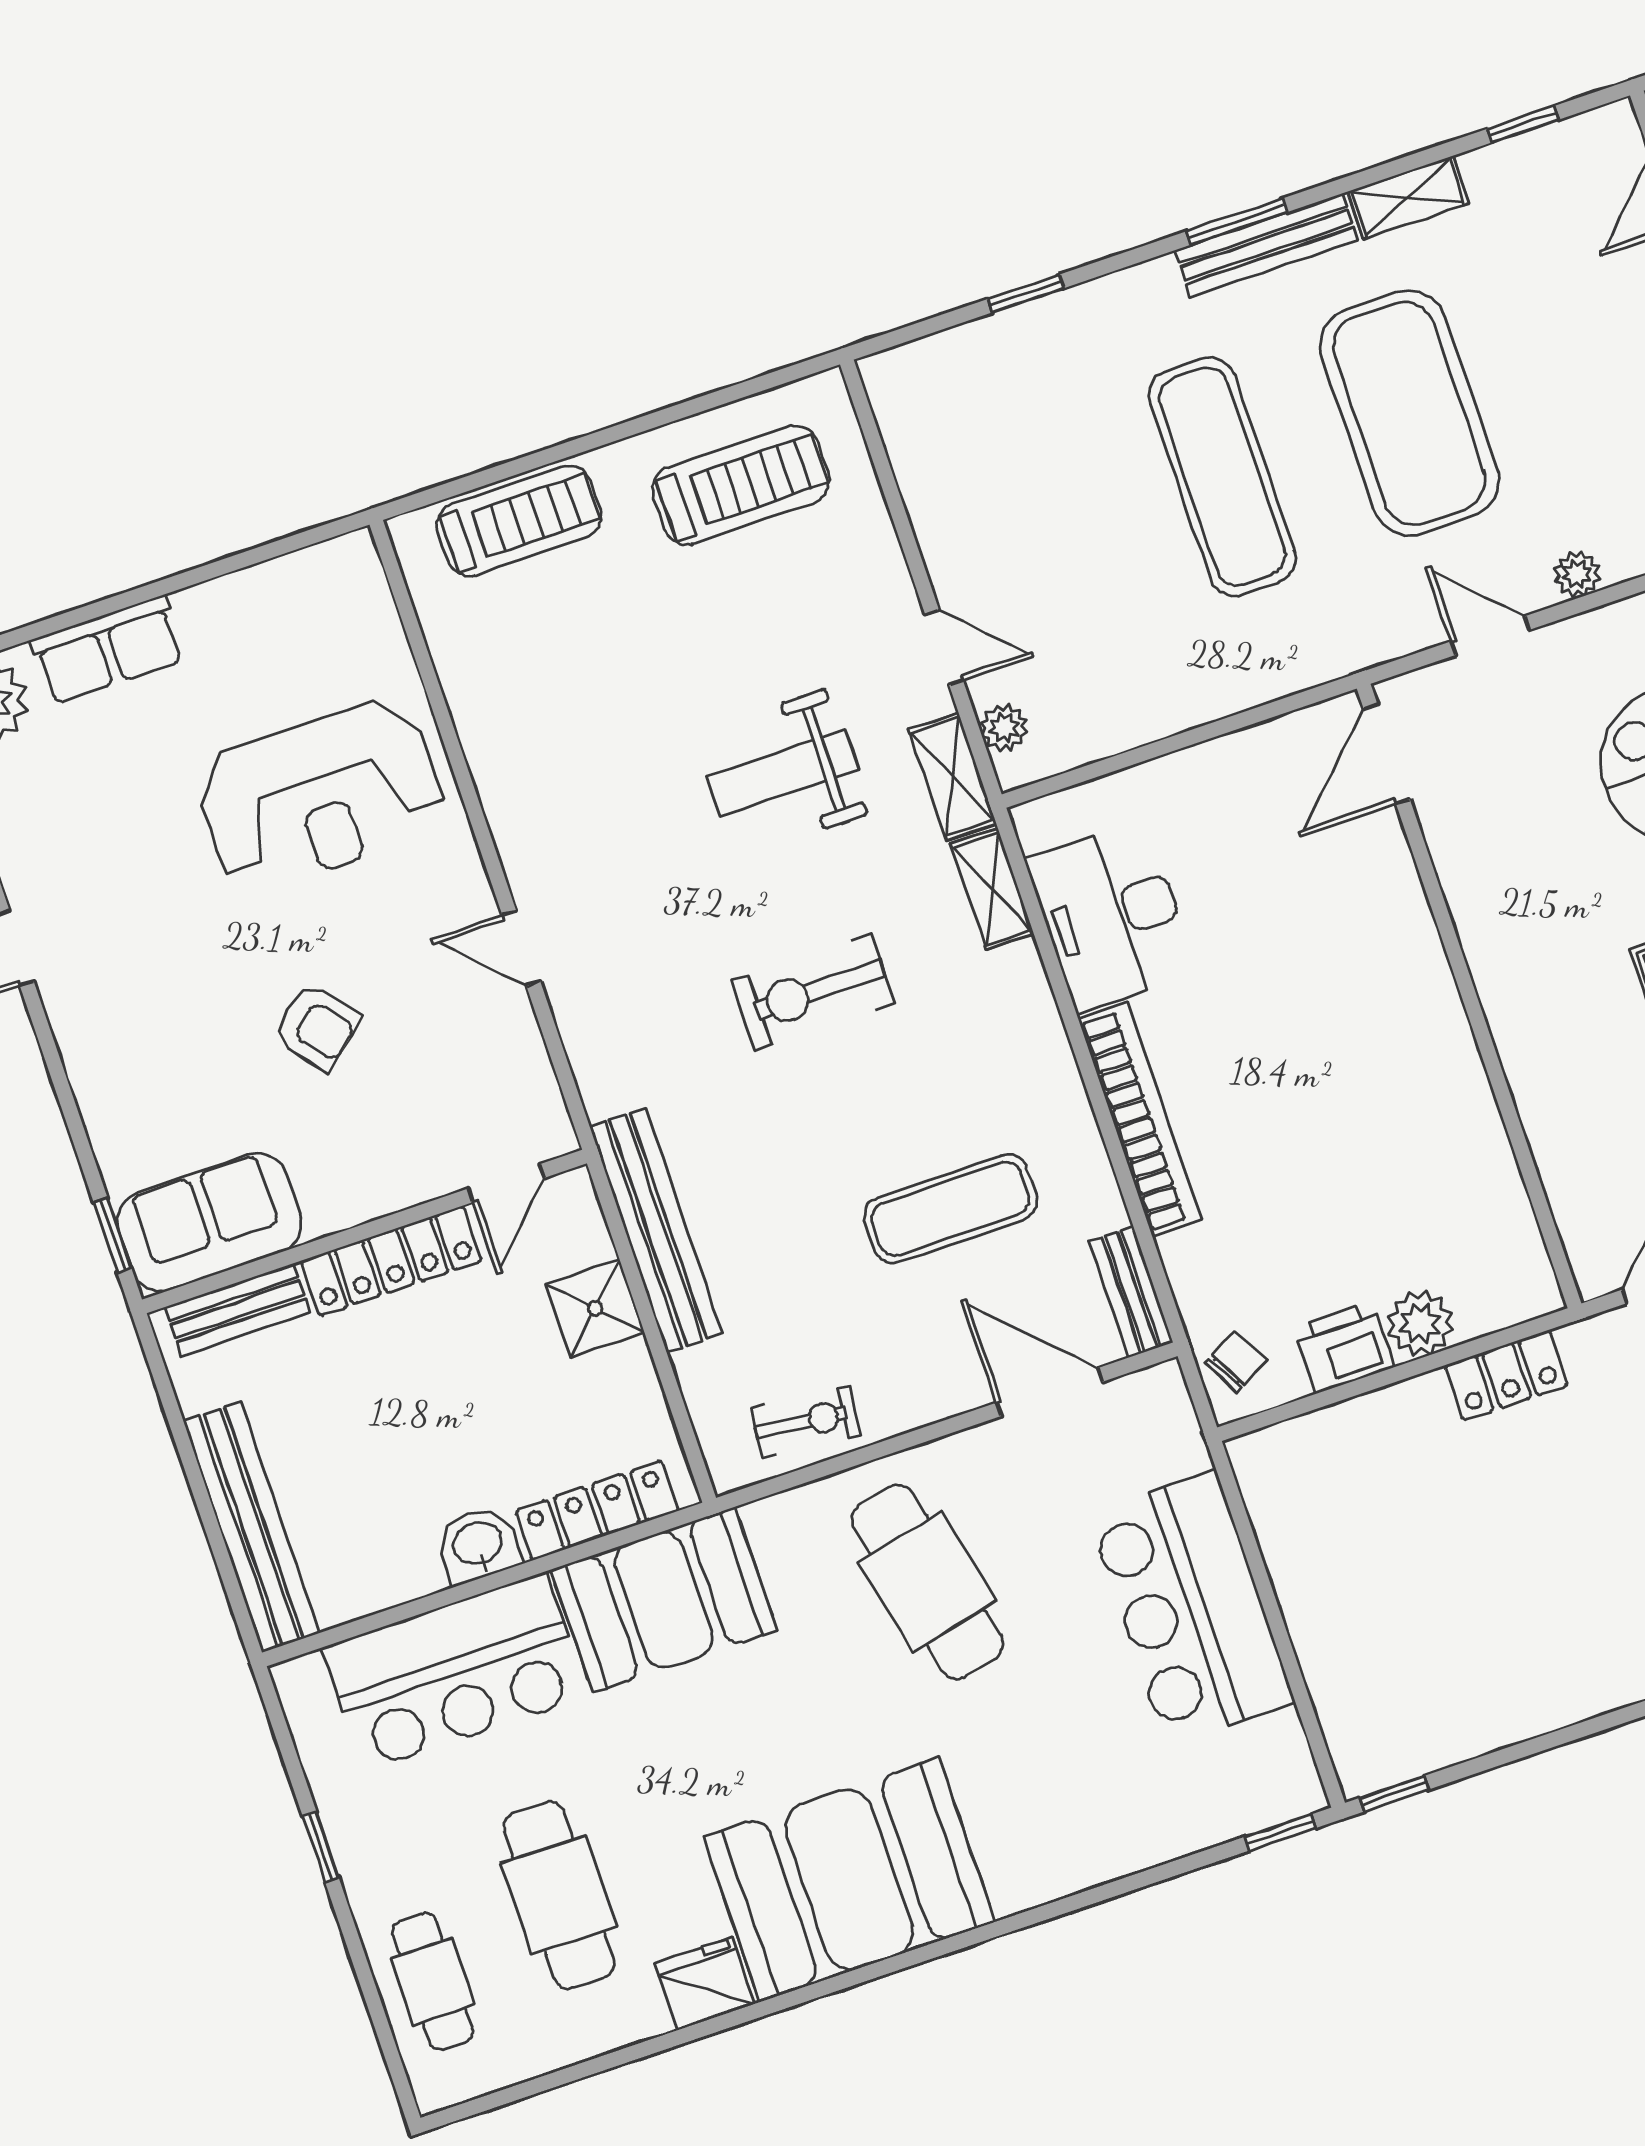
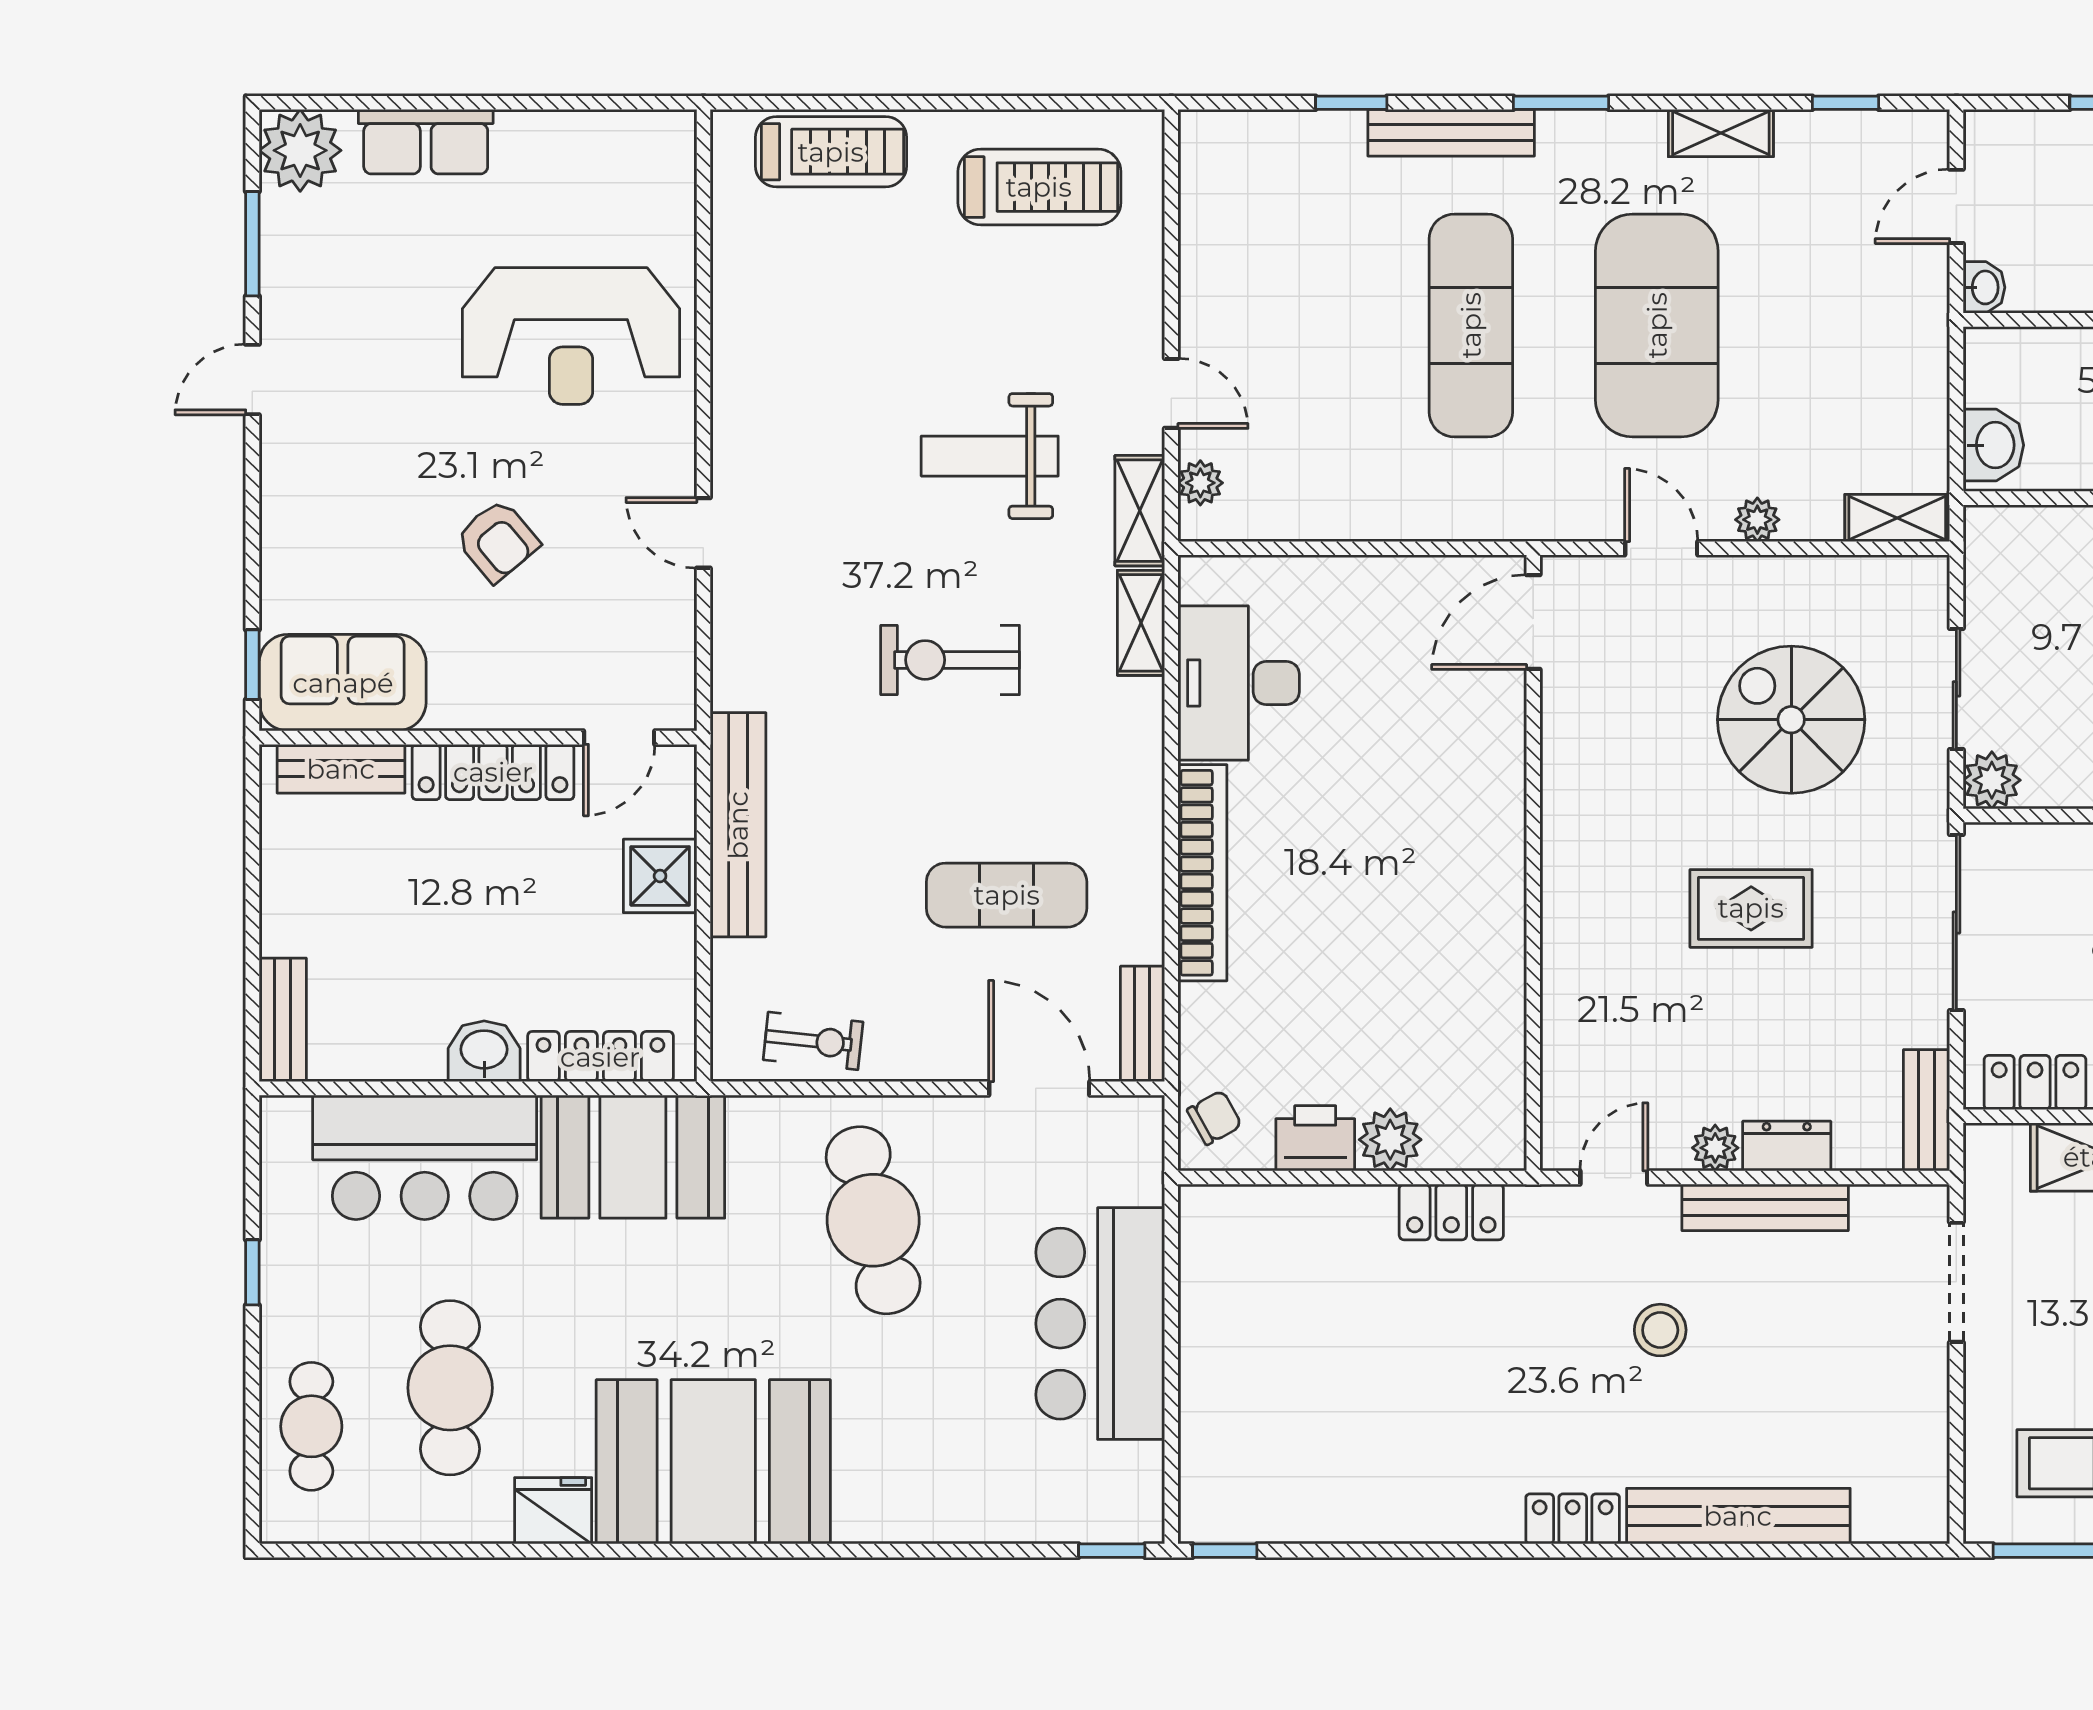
bench: (1267, 245) -> (1451, 133), moved
bench: (251, 1527) -> (283, 1020), width x0.54, depth x0.82

